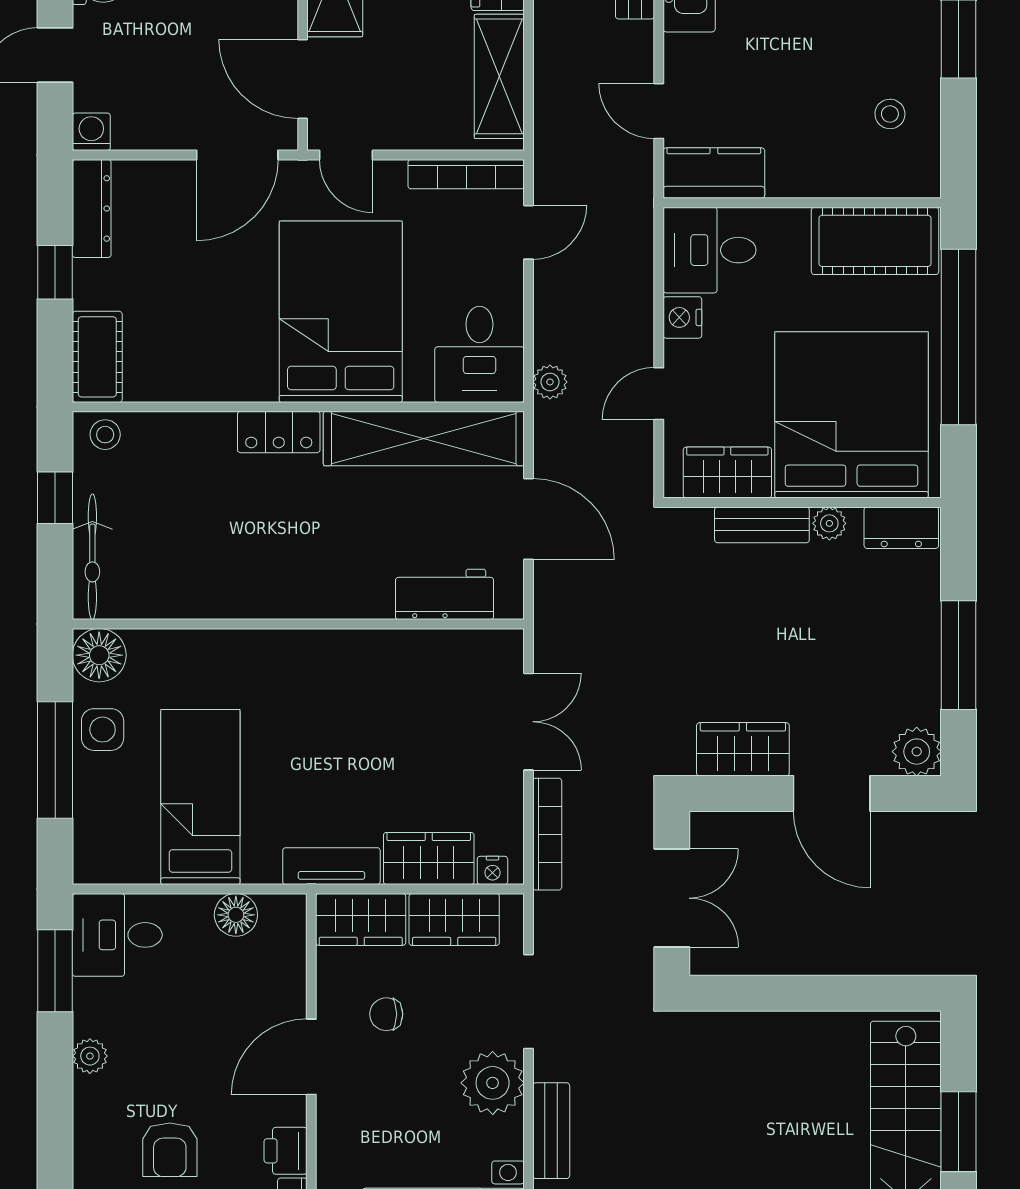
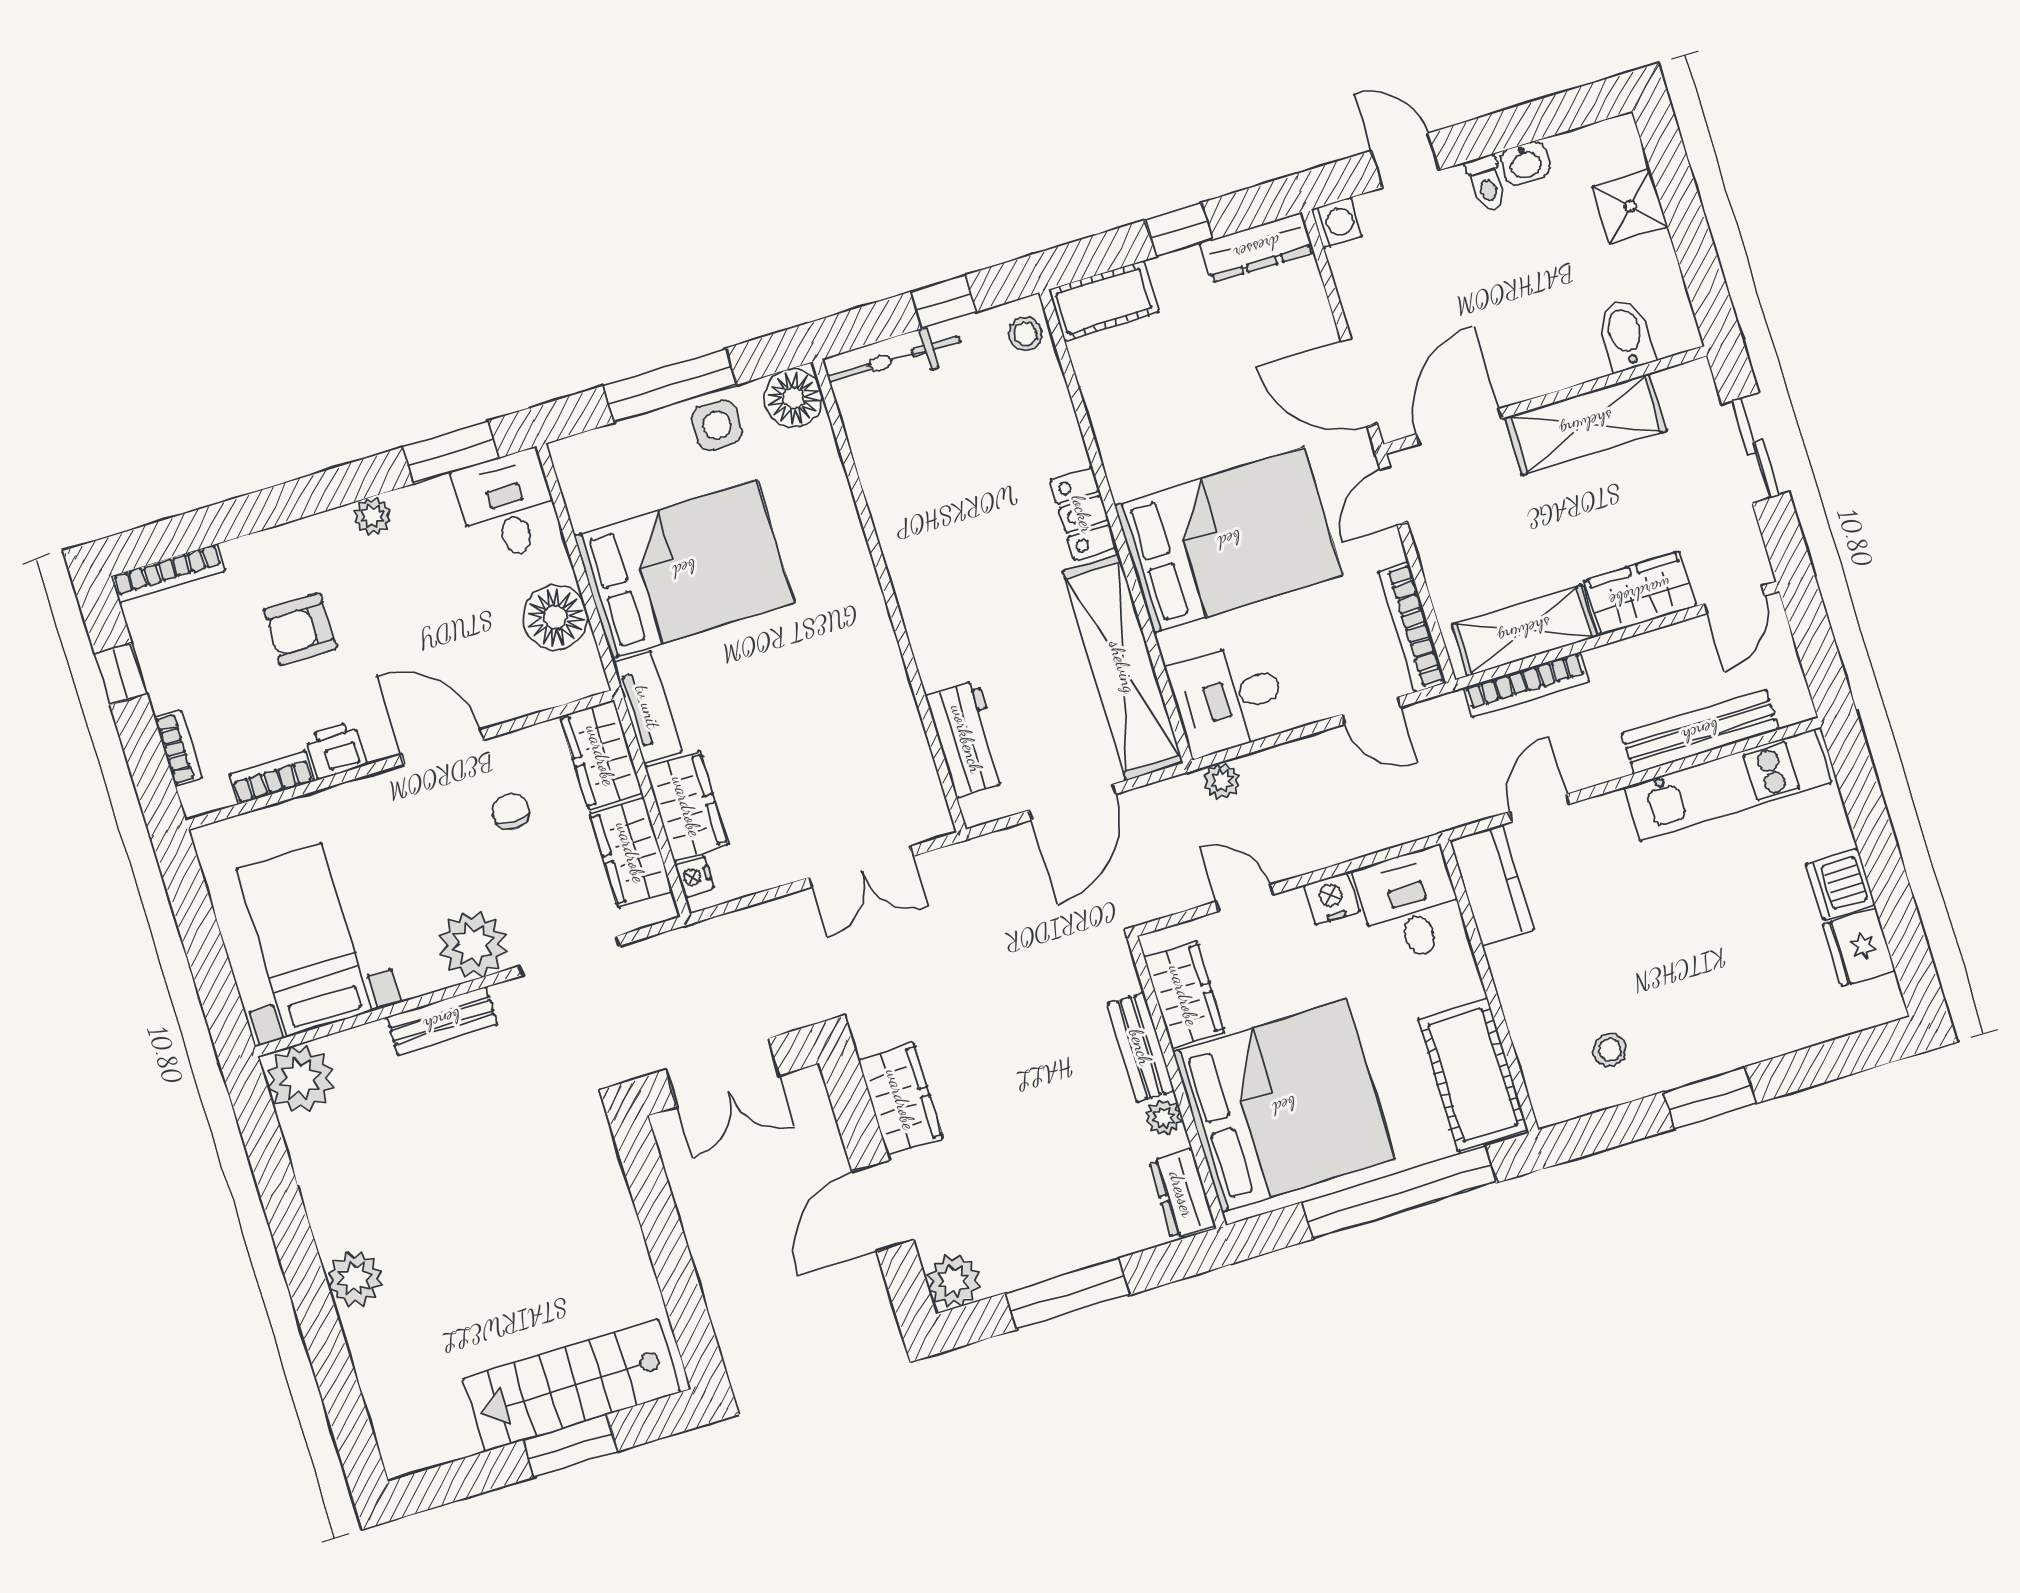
bed: (200, 797) -> (684, 569), width x1.50
bookcase: (547, 834) -> (1526, 685), moved
floor lamp: (236, 915) -> (555, 617), width x1.38, depth x1.38

